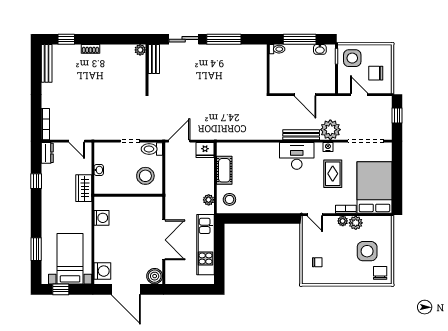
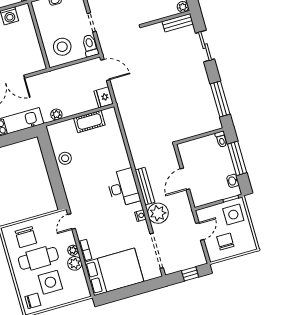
window: (224, 39) -> (220, 99), moved
rug: (333, 174) -> (116, 228), removed
stool: (229, 199) -> (65, 158), moved
cafe table: (341, 256) -> (38, 258), added
chair: (317, 262) -> (26, 237), width x1.87, depth x1.87

